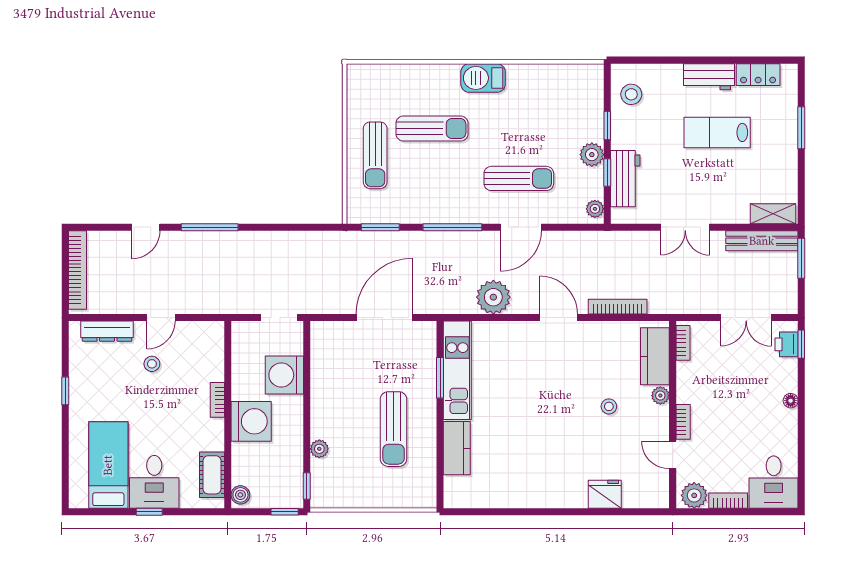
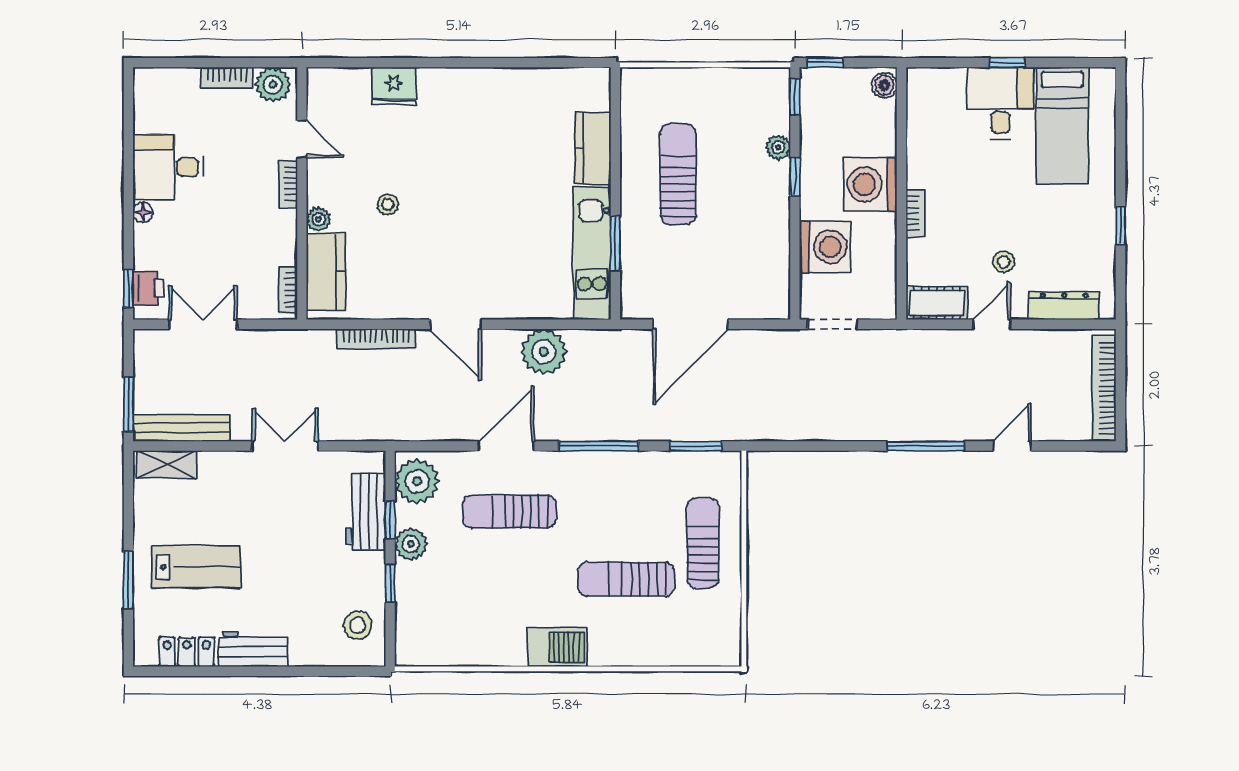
lab bench: (717, 132) -> (196, 567), moved
plant: (595, 209) -> (417, 481), width x1.87, depth x1.87
window: (307, 427) -> (795, 177), added
cot: (212, 475) -> (937, 303), moved, turned 90
desk: (774, 482) -> (168, 167), moved, turned -90

